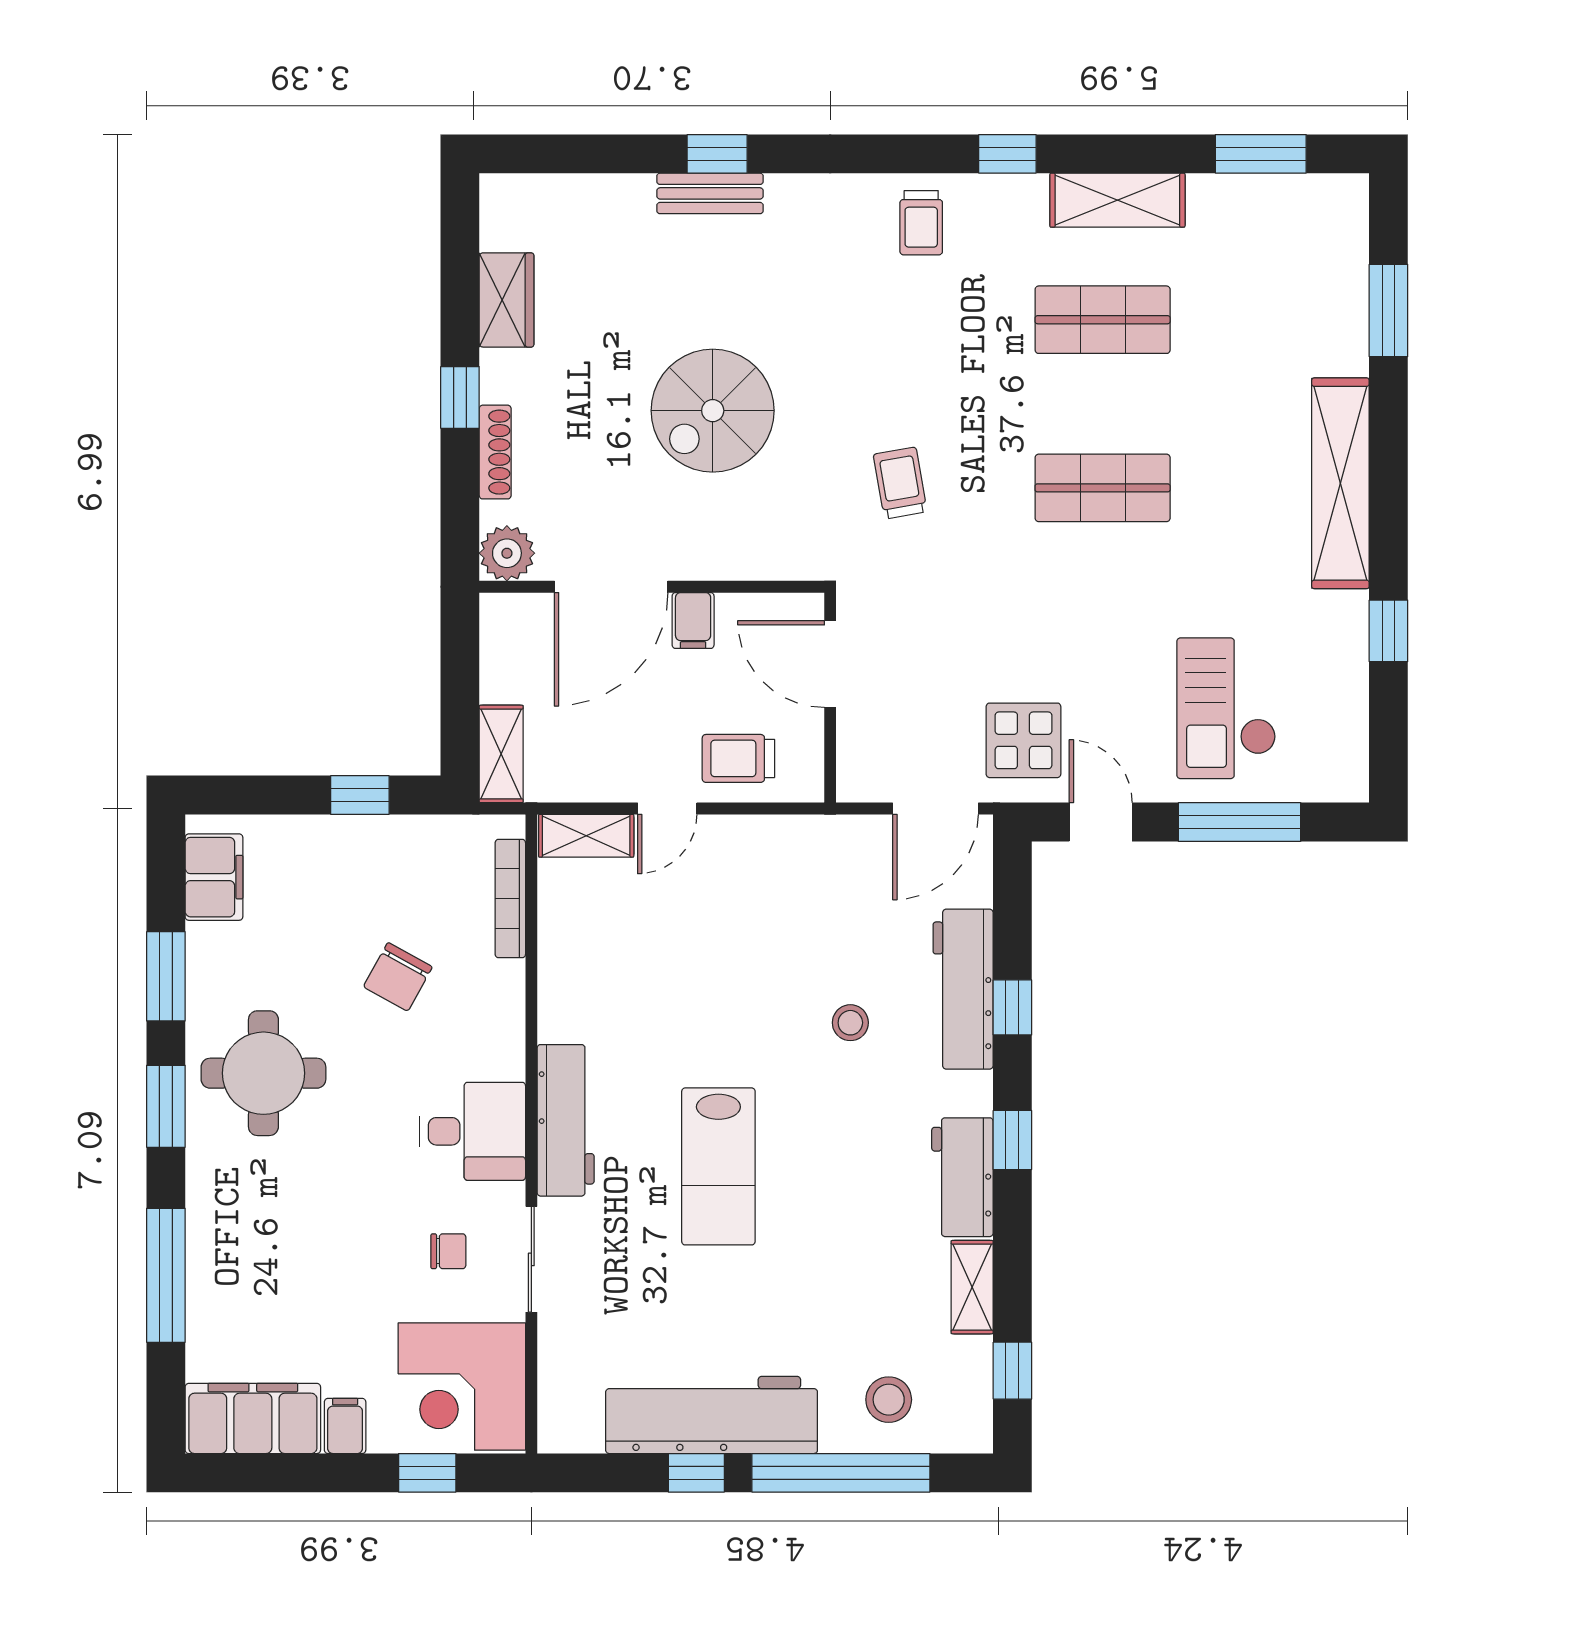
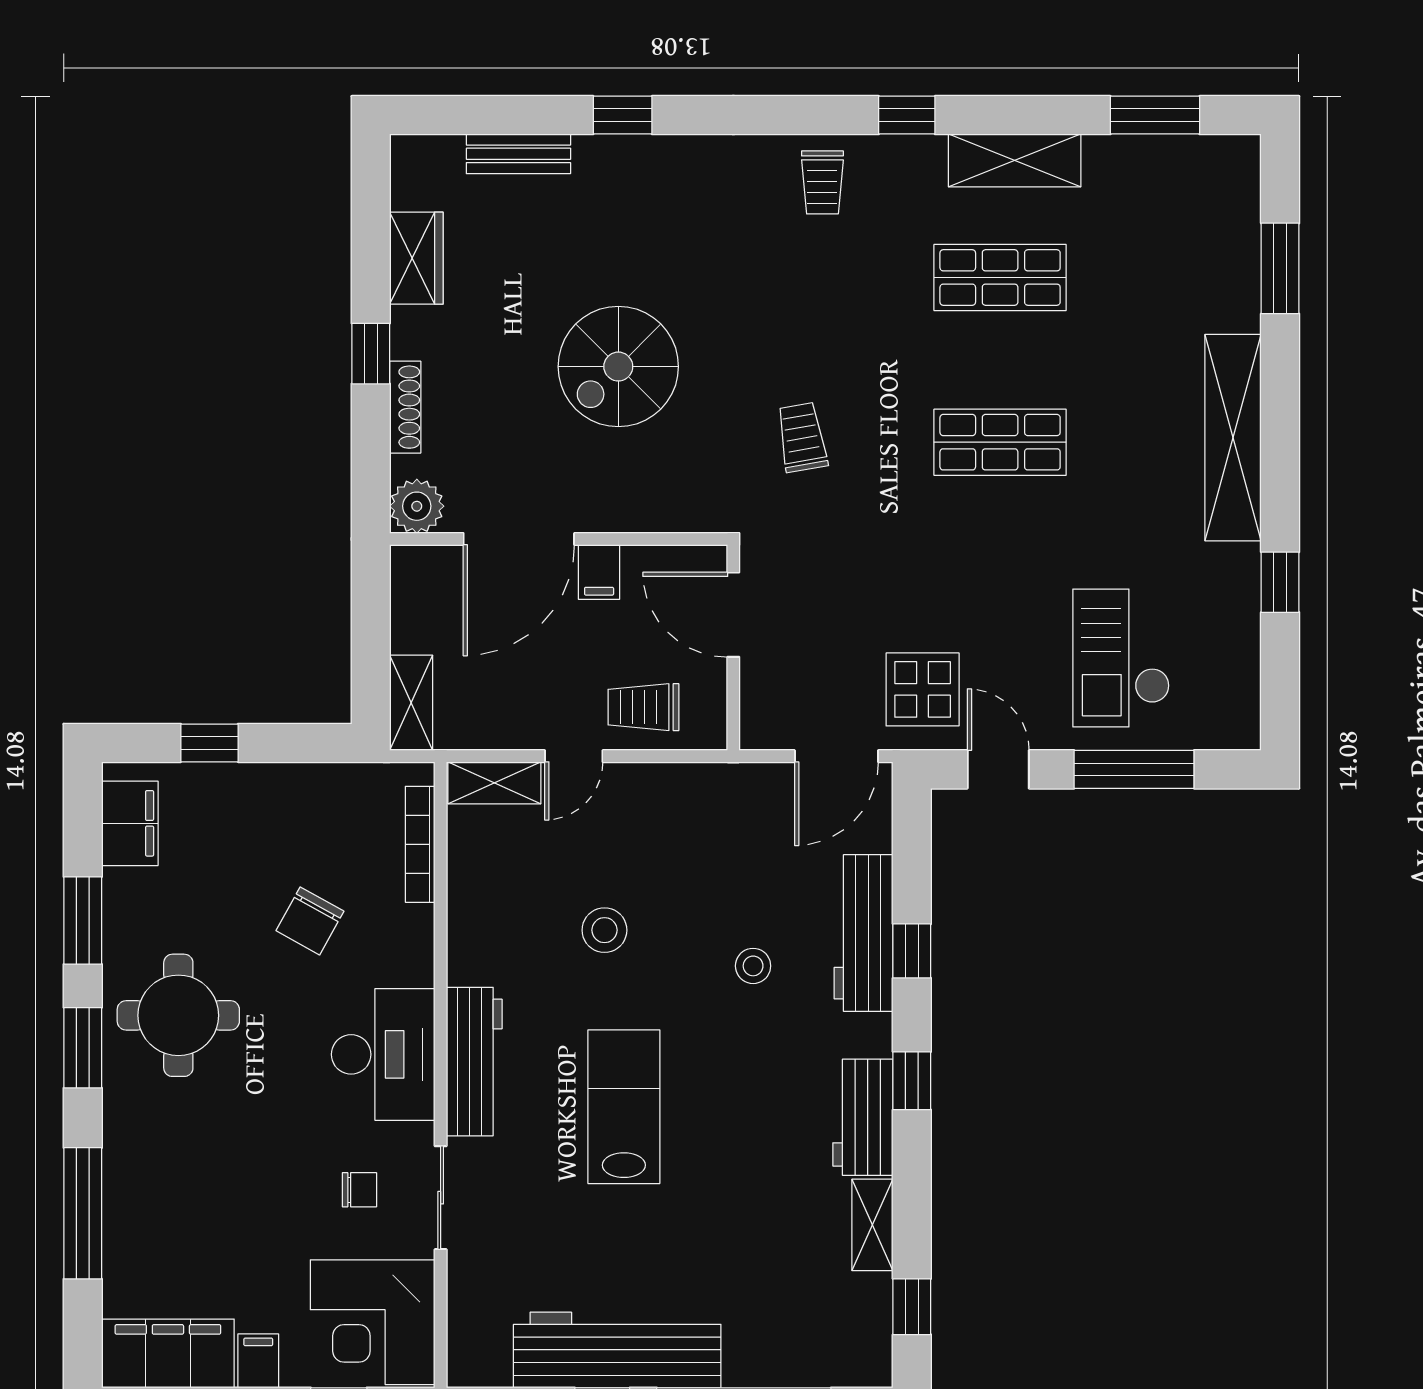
bench: (710, 193) -> (518, 154), moved
window: (360, 795) -> (209, 743), moved
desk: (473, 1131) -> (383, 1054), width x1.37
lab bench: (718, 1166) -> (624, 1107), turned 180
stool: (889, 1400) -> (604, 930), moved

